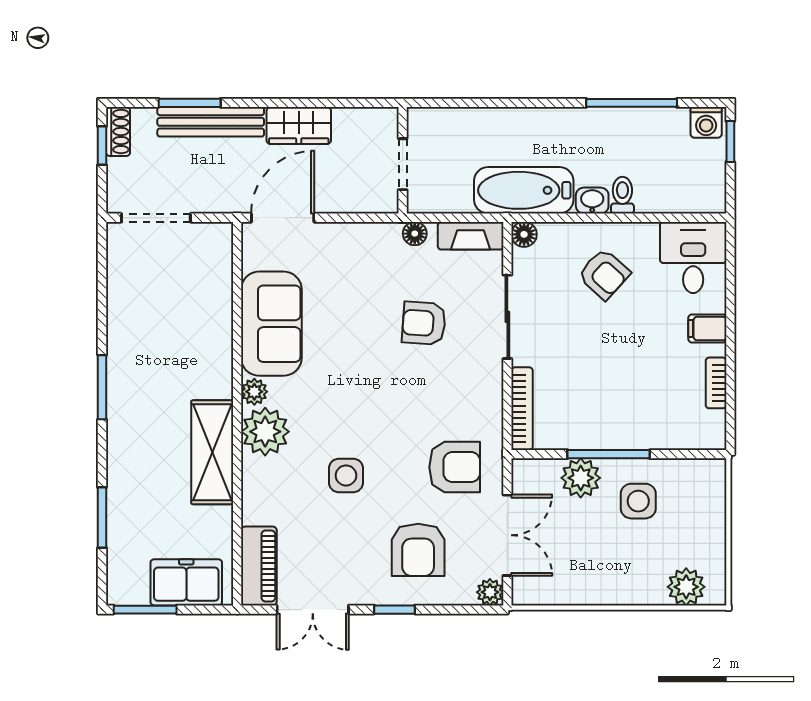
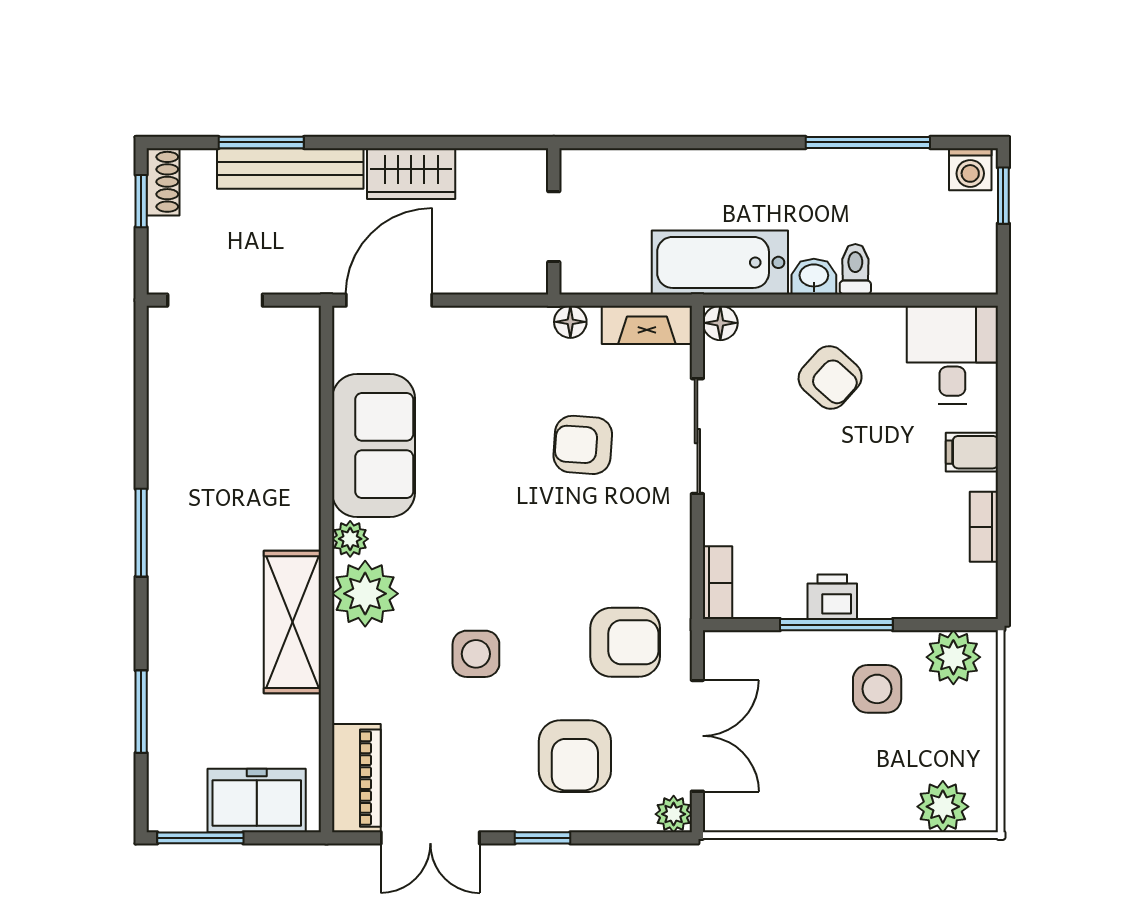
bookcase: (522, 409) -> (718, 583), width x0.64
printer: (606, 434) -> (832, 597), added
plant: (581, 478) -> (953, 657), moved

